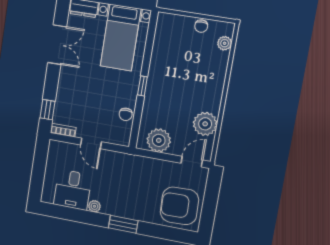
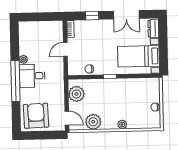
plant: (225, 43) -> (122, 124), moved
window: (48, 110) -> (92, 16), moved
desk: (73, 190) -> (32, 76), moved
window: (123, 224) -> (15, 81), width x2.11

